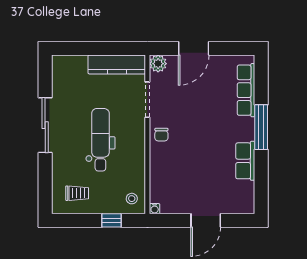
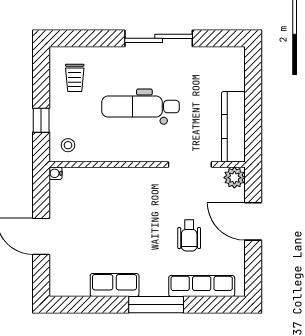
wheelchair: (205, 100) -> (189, 236), added
chair: (161, 135) -> (147, 182), removed
dental chair: (100, 140) -> (141, 107), turned 180

